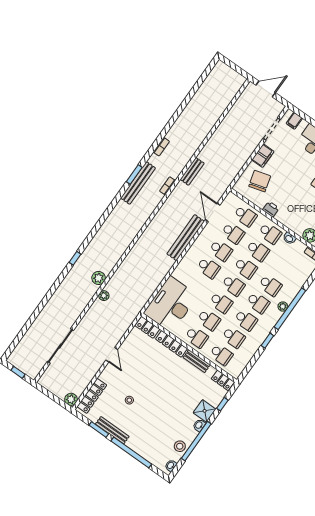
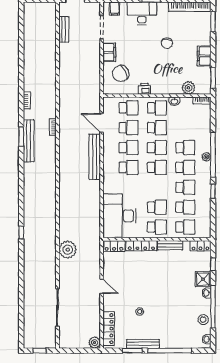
bench: (192, 171) -> (64, 29), moved
chair: (260, 181) -> (121, 73), turned -100
plant: (99, 278) -> (50, 235), removed
plant: (104, 296) -> (68, 250), width x1.87, depth x1.87
school desk: (221, 303) -> (157, 187), removed

